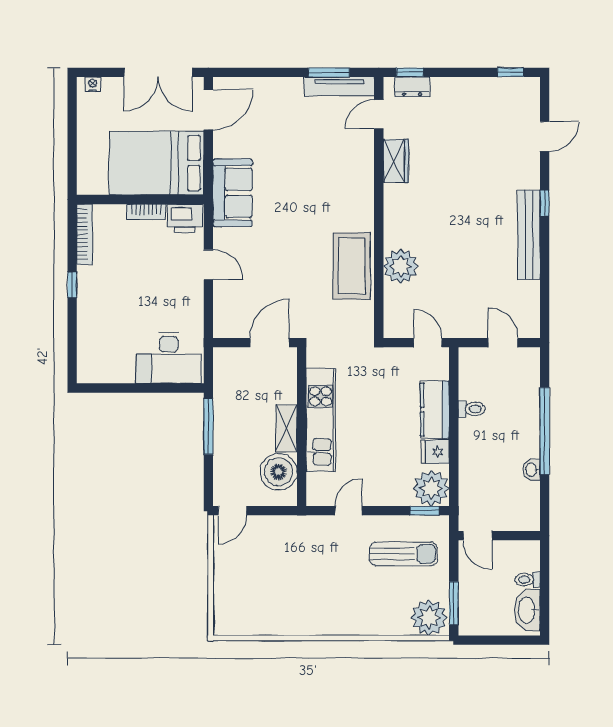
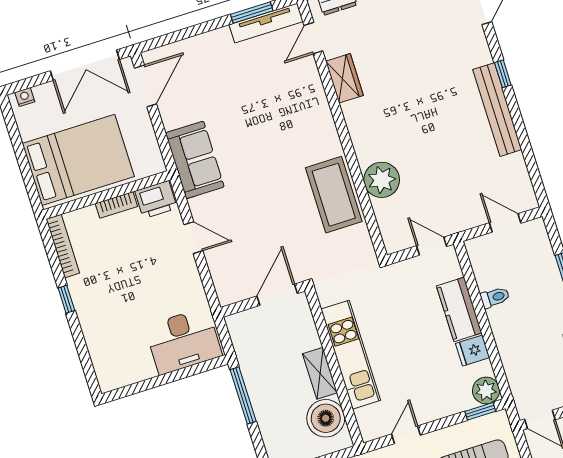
bed: (157, 163) -> (78, 160), moved, turned 180
plant: (431, 488) -> (486, 390), width x0.73, depth x0.73

